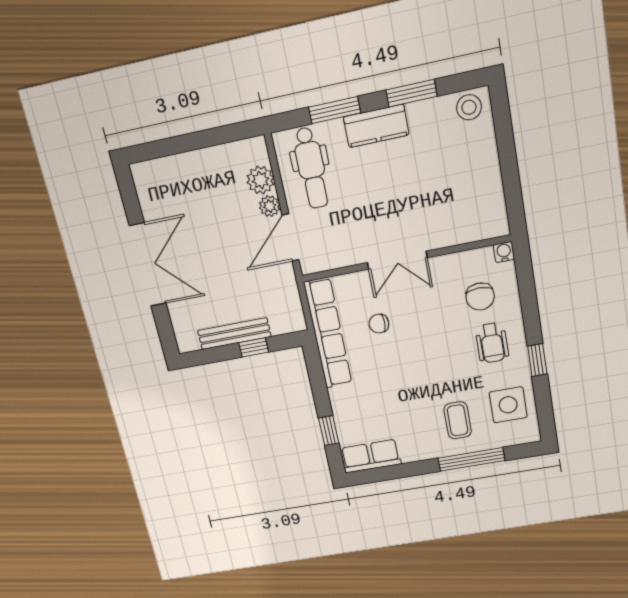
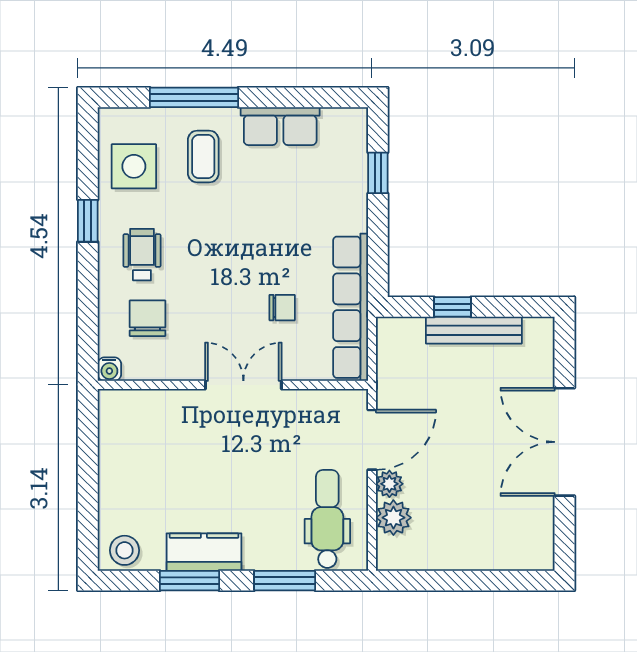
kitchen counter: (376, 126) -> (204, 552), moved
row of seats: (371, 456) -> (280, 126), moved

